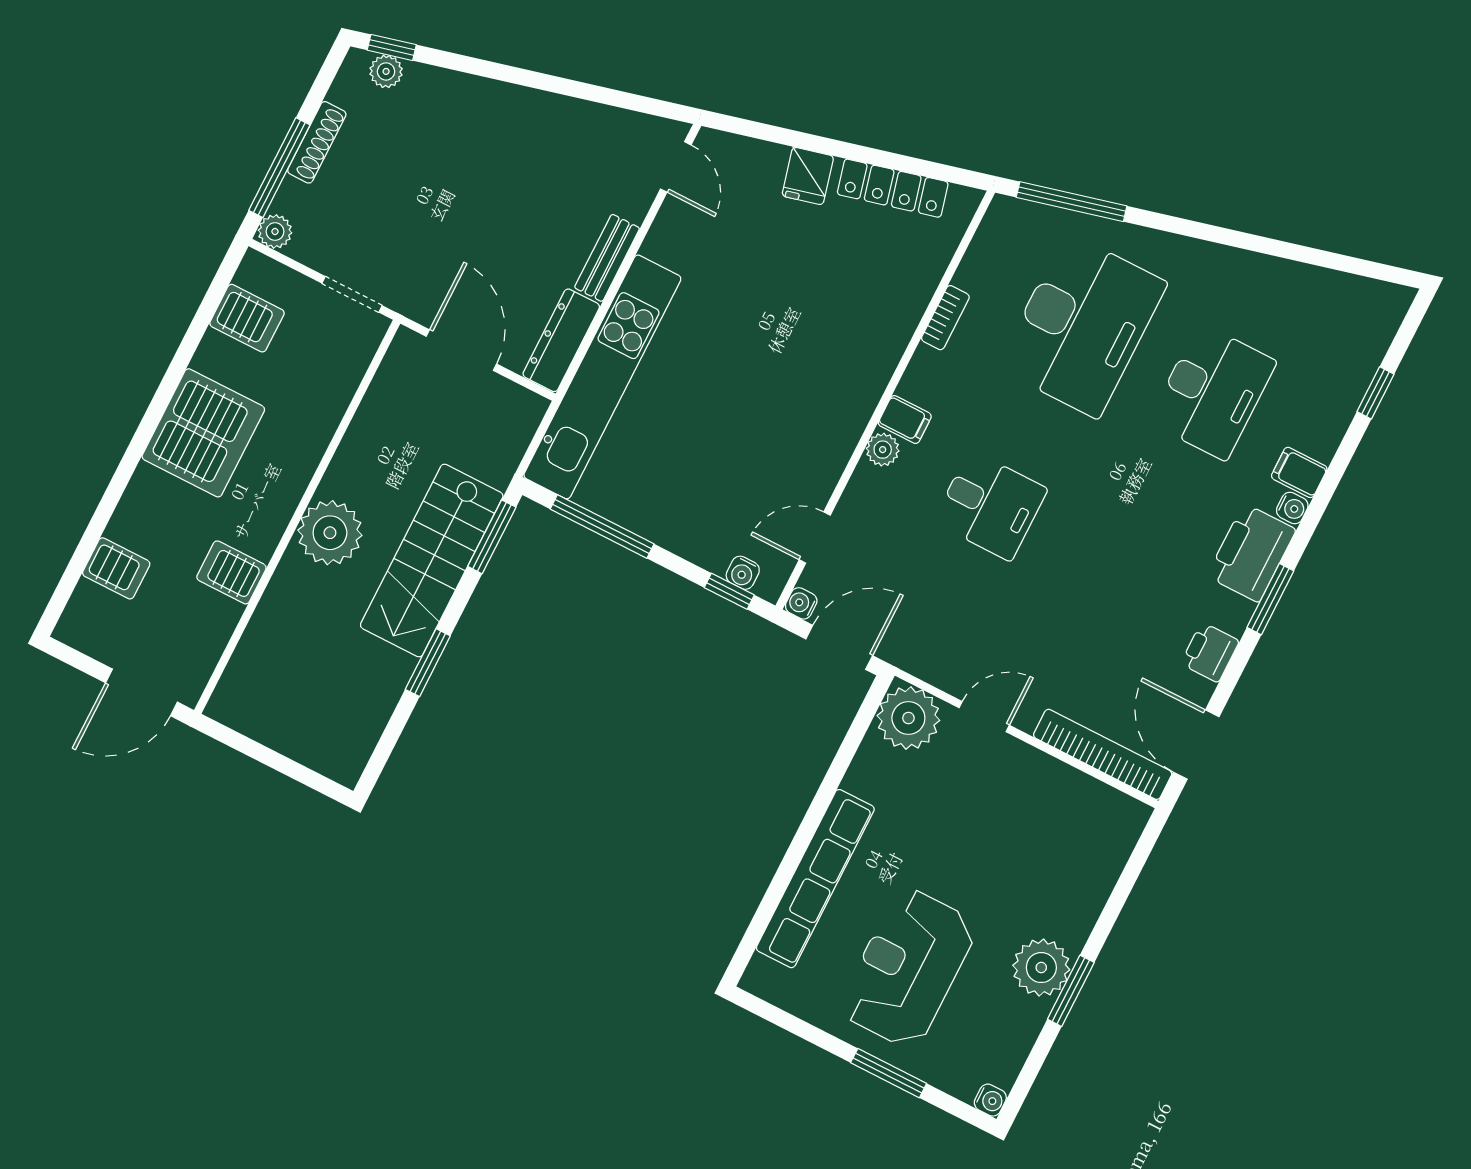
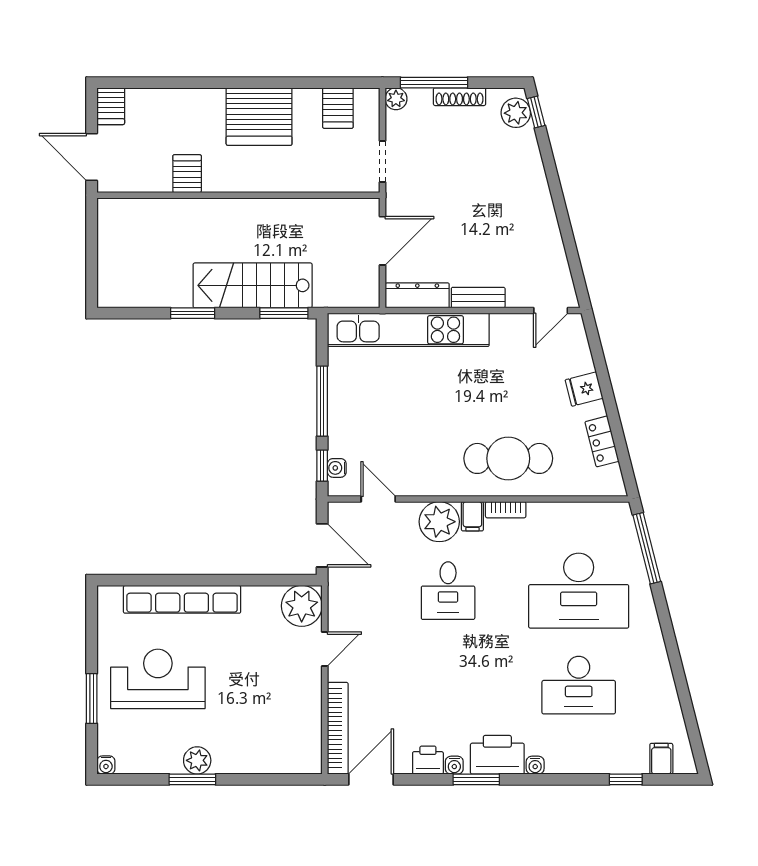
plant: (386, 71) -> (516, 113), width x1.38, depth x1.38
locker: (893, 188) -> (602, 441), width x0.66
bookcase: (945, 318) -> (506, 510), moved
cafe table: (850, 330) -> (508, 458), added
plant: (883, 450) -> (439, 522), width x1.88, depth x1.88
filing cabinet: (1299, 472) -> (661, 759), moved
window: (602, 527) -> (322, 401), moved
plant: (330, 533) -> (239, 219), removed
server rack: (116, 568) -> (111, 106), moved
water cooler: (801, 603) -> (454, 765), moved, turned 180
door: (984, 717) -> (325, 649), hinge flipped
plant: (1041, 968) -> (197, 760), width x0.73, depth x0.73

